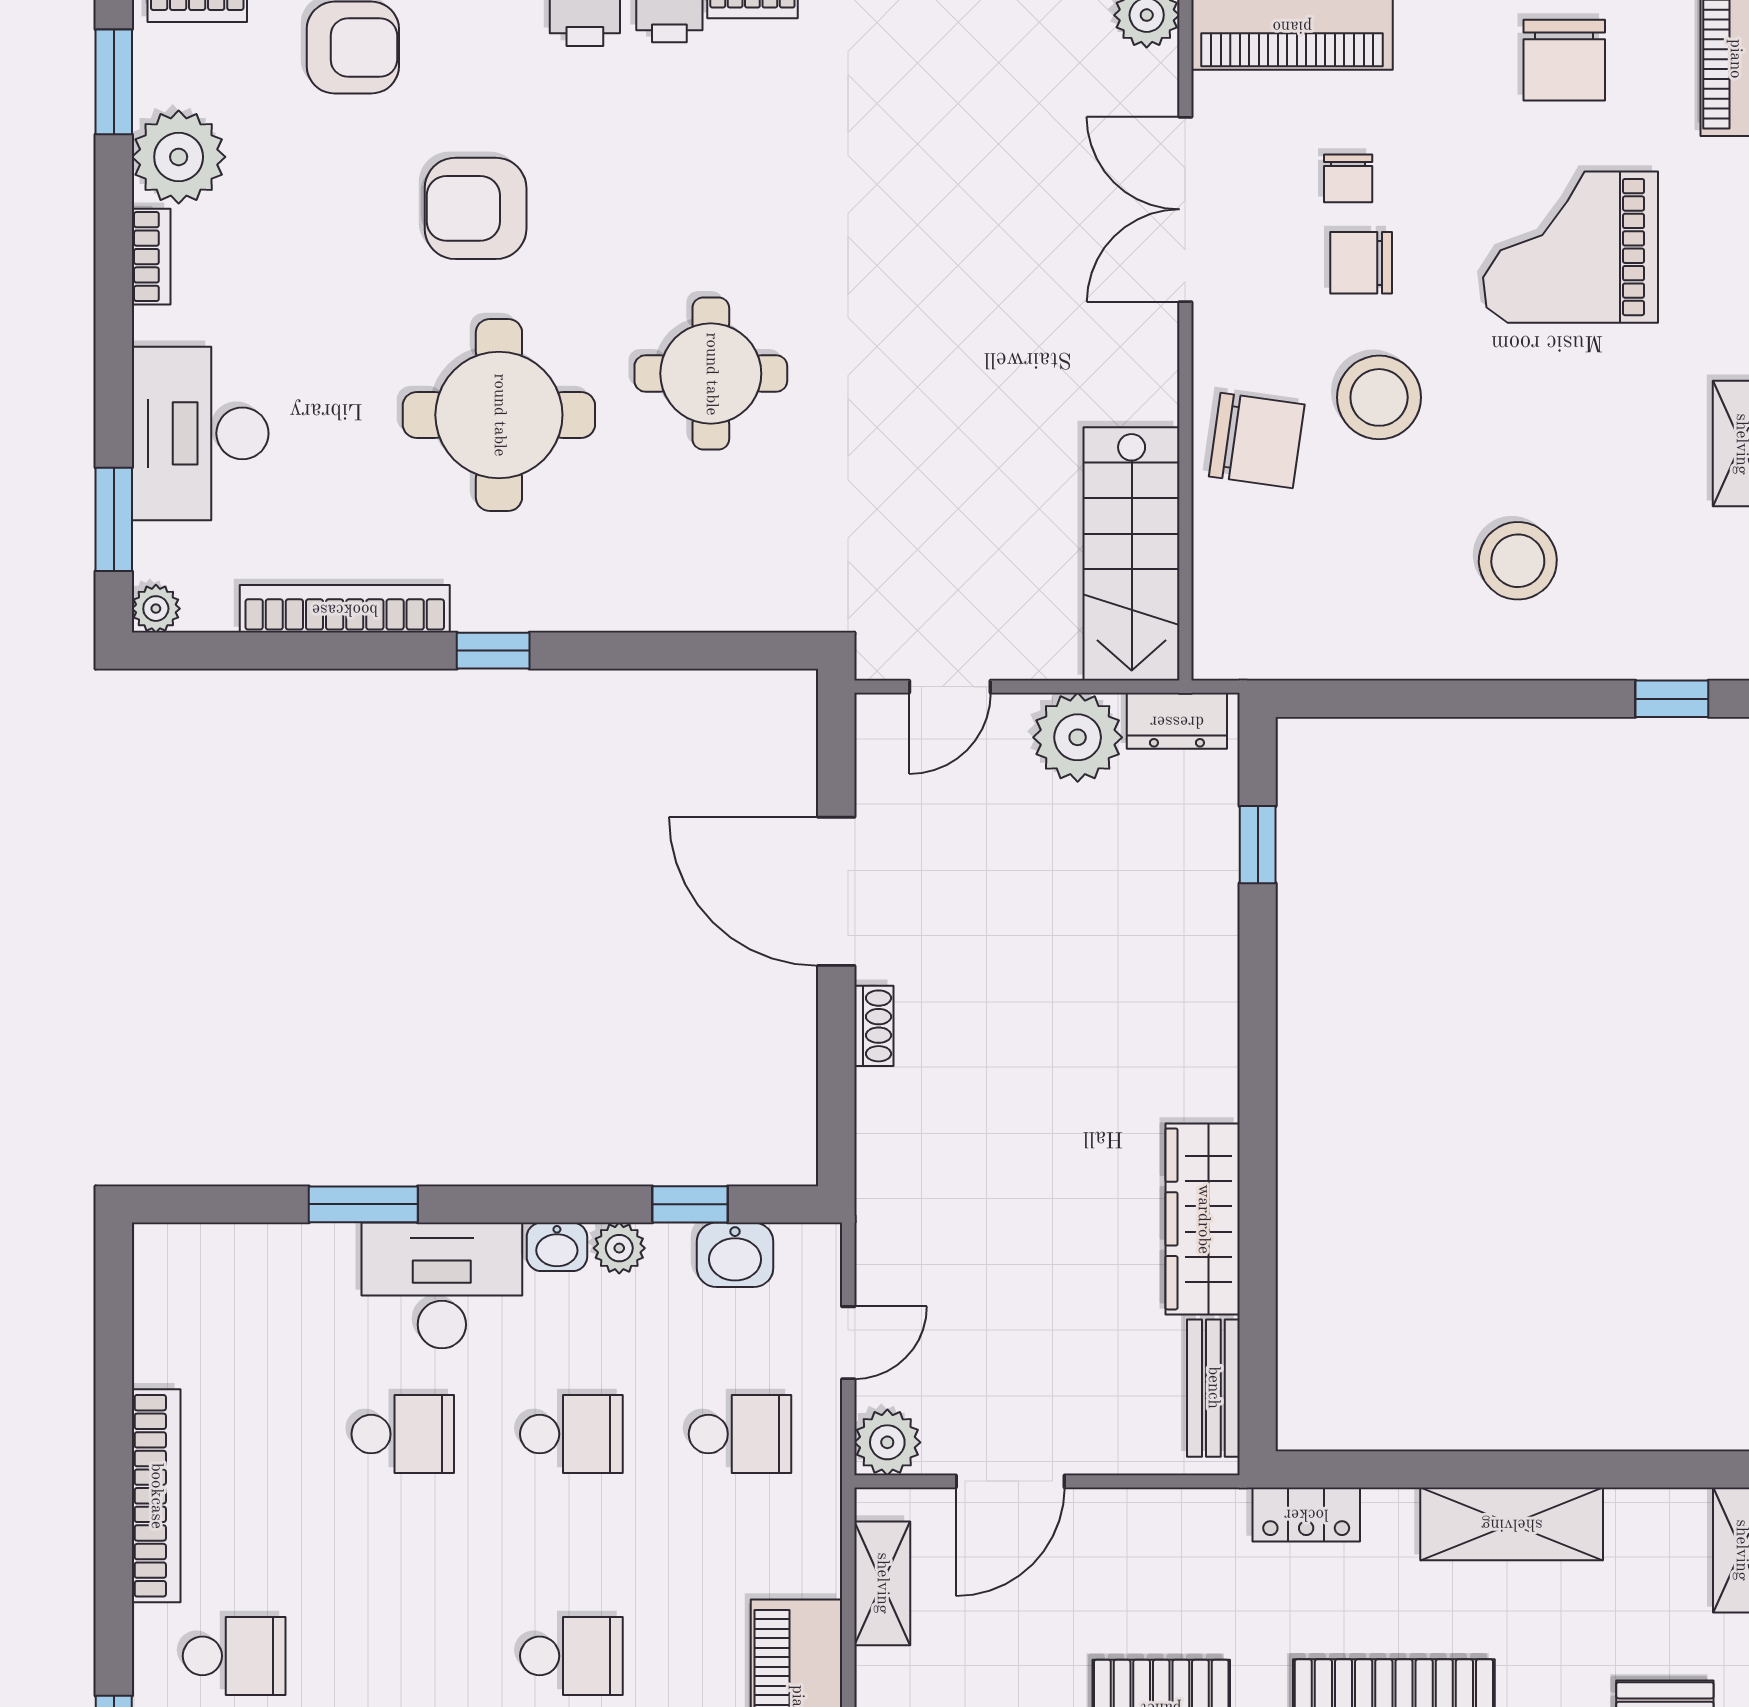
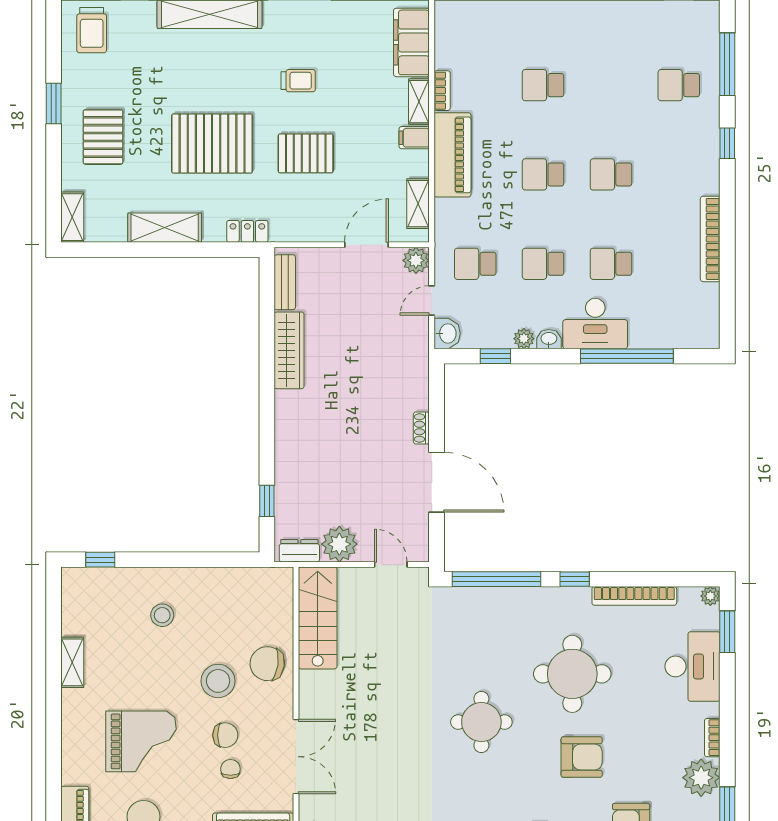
round table: (711, 374) -> (481, 722), moved
stool: (1518, 561) -> (162, 615), width x0.73, depth x0.73
window: (687, 651) -> (496, 579), added
door: (950, 687) -> (391, 565), hinge flipped
window: (363, 1204) -> (627, 356), width x2.11
washbasin: (735, 1255) -> (447, 334), moved, turned 90
school desk: (234, 1656) -> (611, 174), moved

